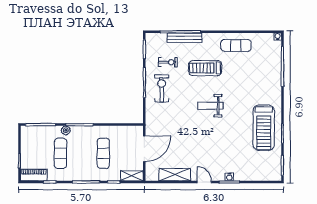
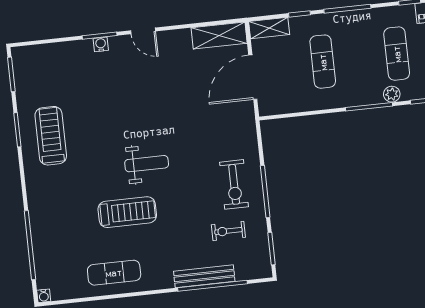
treadmill: (205, 68) -> (127, 212), moved
treadmill: (264, 128) -> (51, 136), width x0.73, depth x0.73
shelving: (175, 175) -> (219, 35), moved

